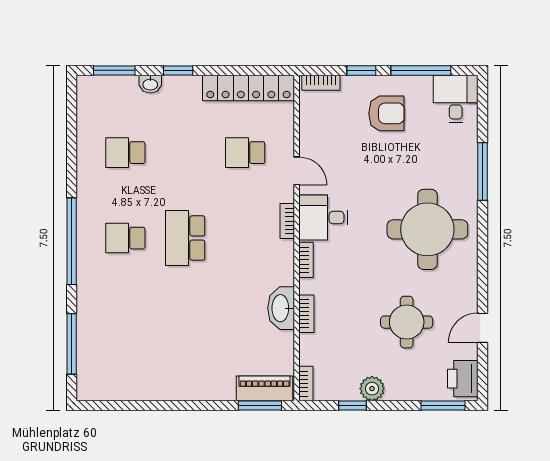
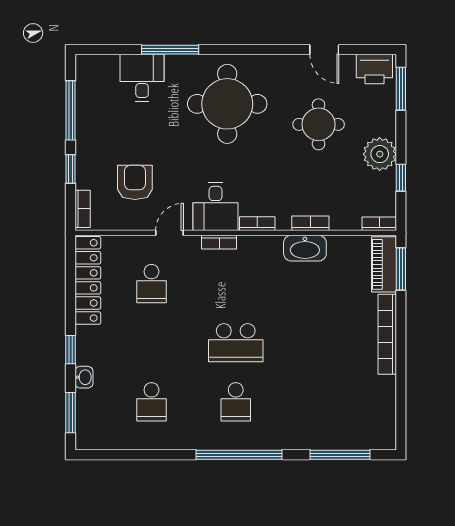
desk: (456, 99) -> (142, 78), moved, turned 90
armchair: (386, 113) -> (135, 182), moved
plant: (372, 389) -> (380, 154), width x1.36, depth x1.36
bookcase: (194, 392) -> (387, 334), added

